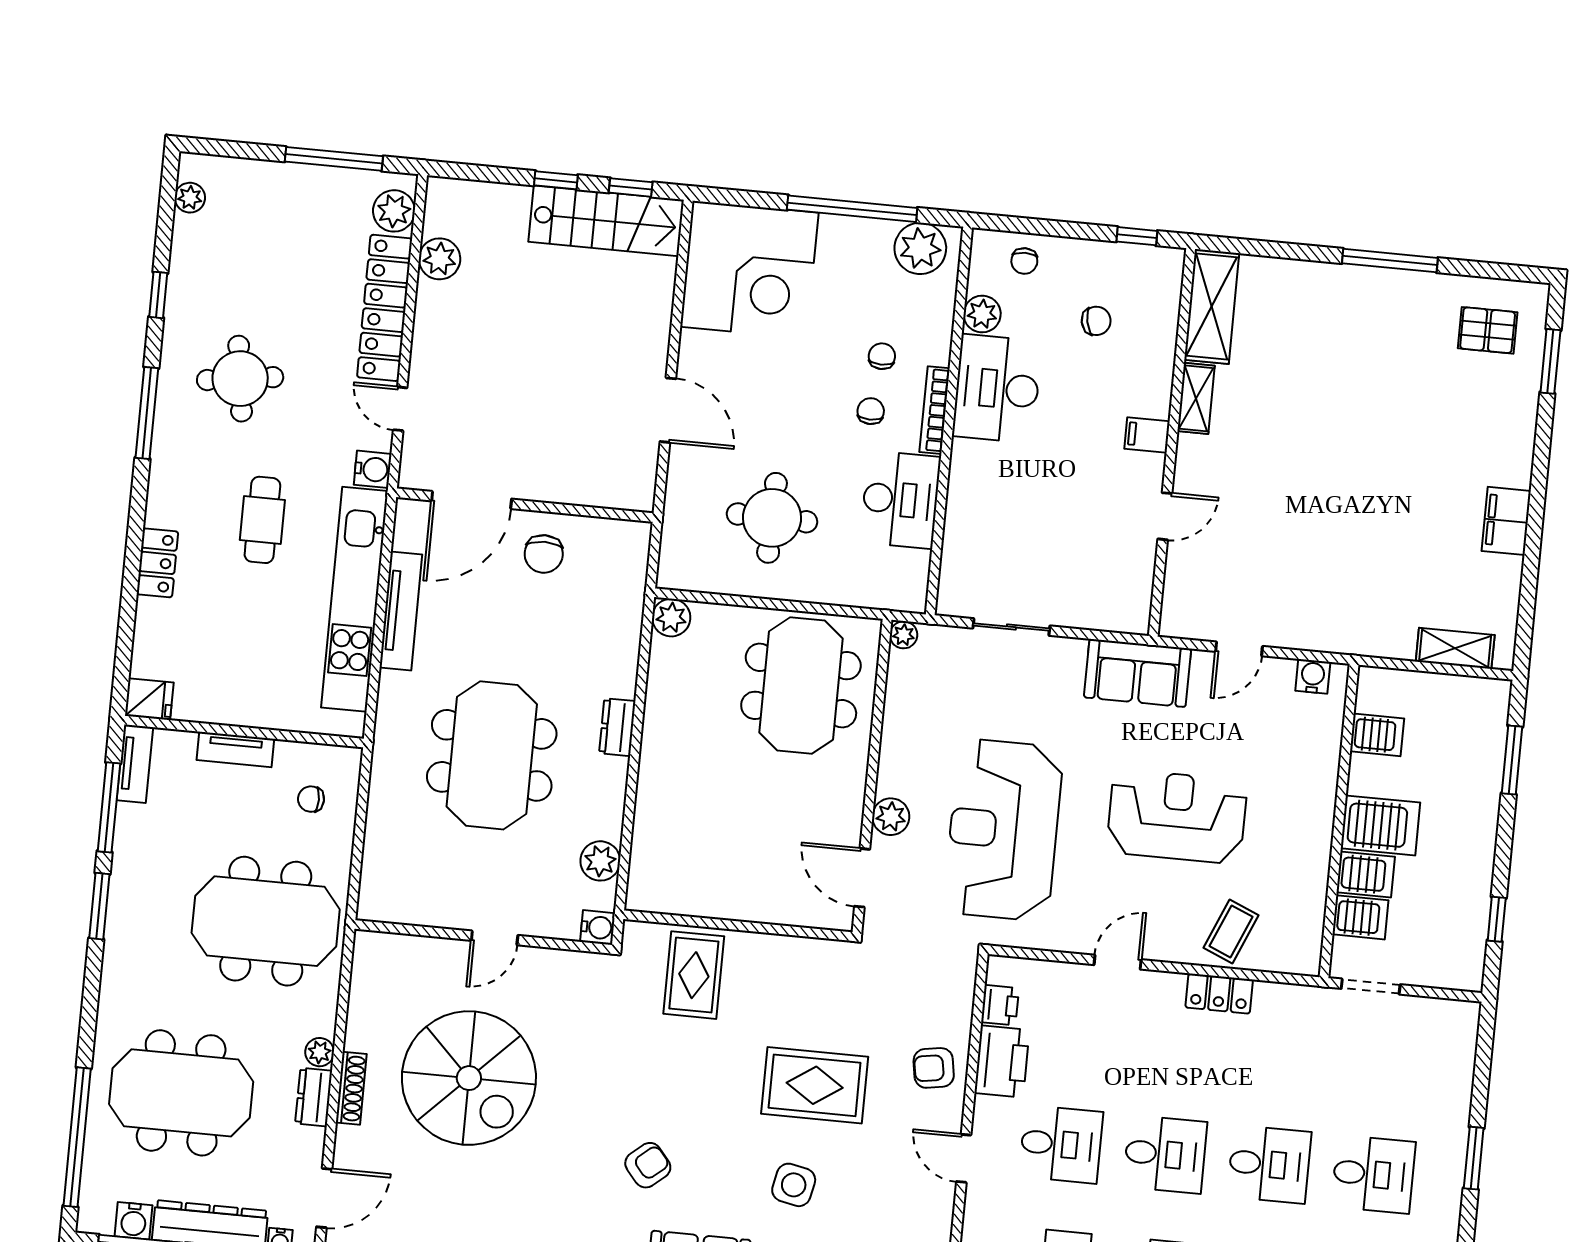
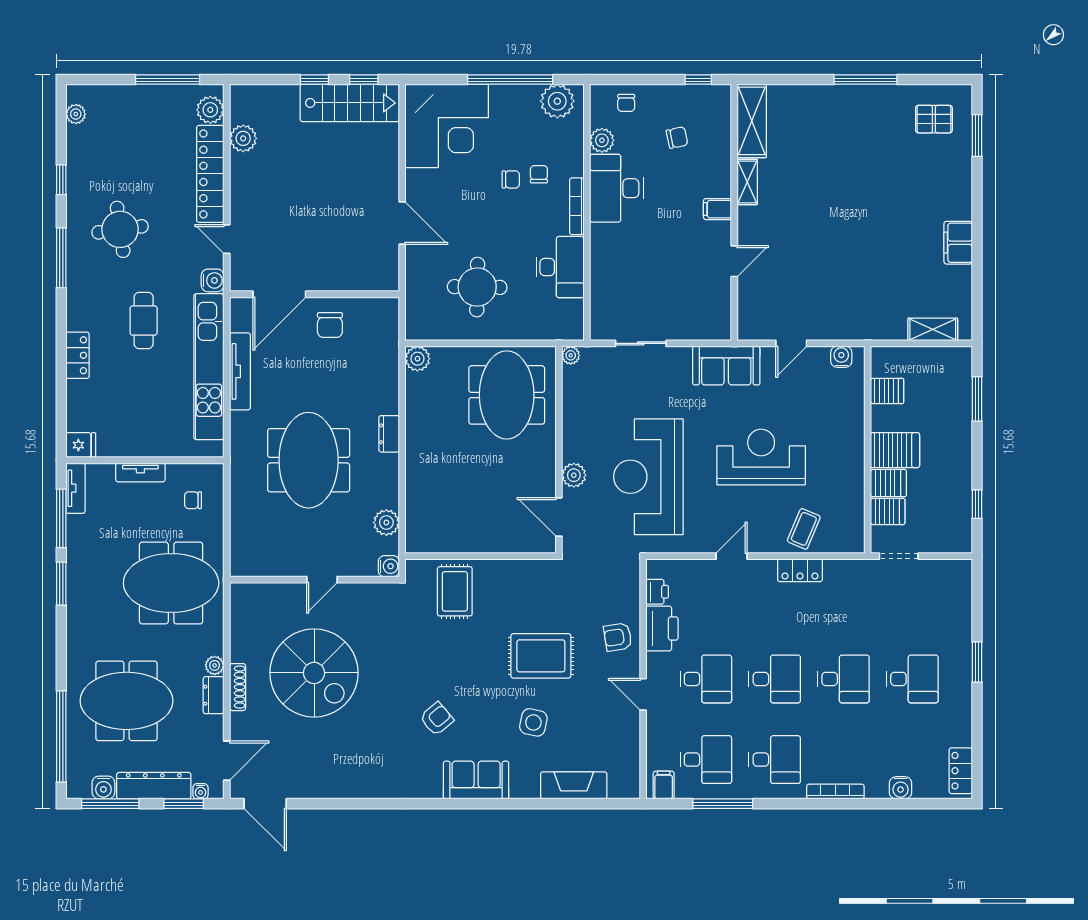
chair: (871, 411) -> (511, 179), moved, turned 90

